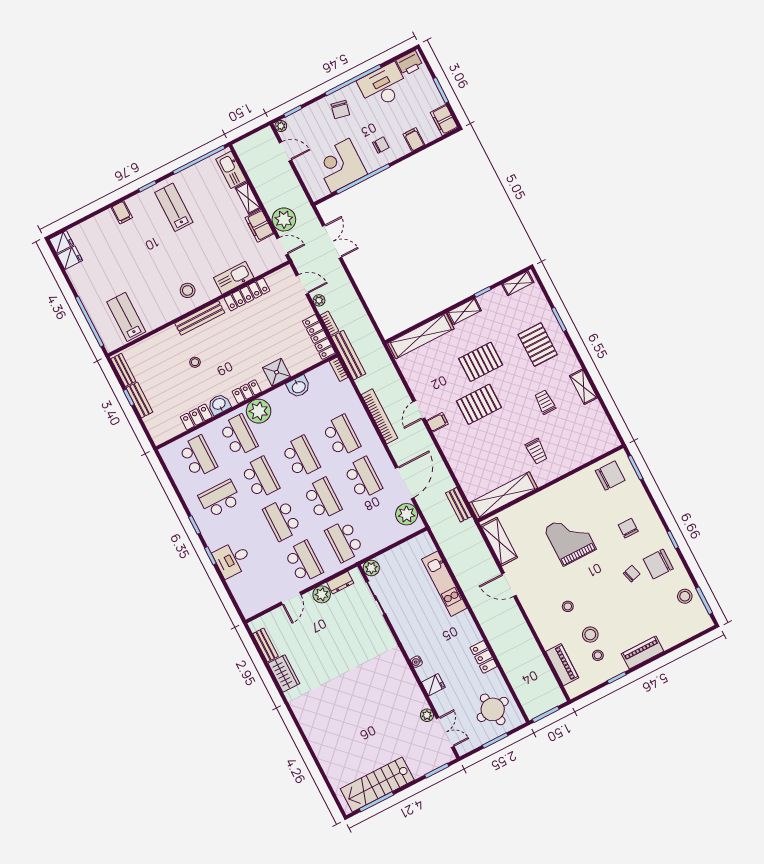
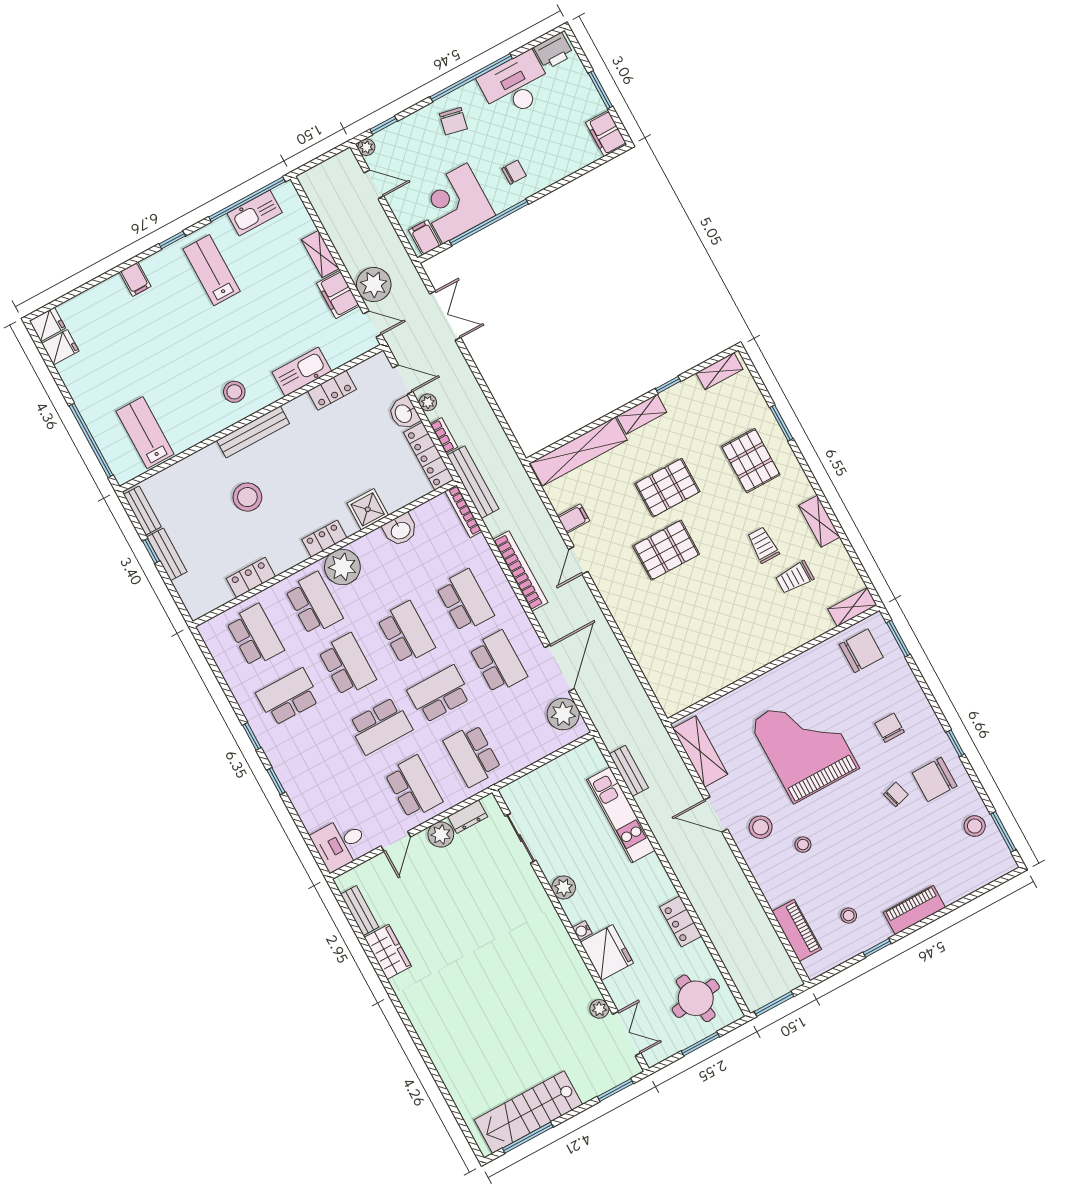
filing cabinet: (414, 139) -> (425, 238), moved
kitchen sink: (231, 170) -> (255, 213), moved, turned -90
locker: (247, 294) -> (332, 390), width x0.66
stool: (195, 362) -> (247, 497), width x1.89, depth x1.89
bookcase: (339, 369) -> (463, 511), width x1.56
washbasin: (219, 404) -> (404, 413), moved, turned -90
filing cabinet: (437, 422) -> (573, 519), moved
trolley: (537, 451) -> (795, 577), moved, turned 90
shelving: (503, 495) -> (852, 607), moved, width x0.45, depth x0.75
school desk: (323, 499) -> (439, 694), turned -90
bench: (459, 505) -> (629, 771), moved
school desk: (282, 520) -> (380, 726), turned -90
grand piano: (570, 539) -> (804, 745), width x1.37, depth x1.48
desk: (232, 559) -> (340, 844), moved
plant: (371, 568) -> (564, 887), moved
stool: (590, 635) -> (761, 827), moved
fridge: (433, 685) -> (607, 953), width x1.88, depth x1.34

